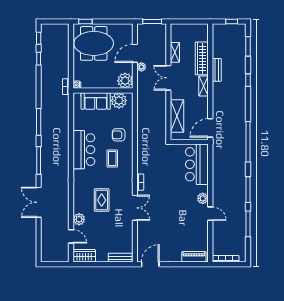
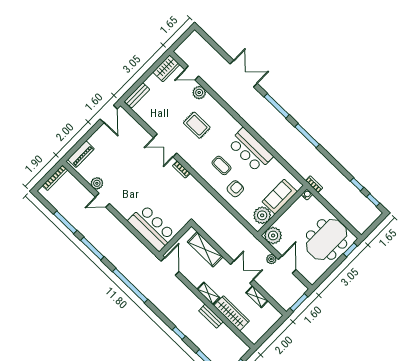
plant: (203, 198) -> (97, 183), moved

